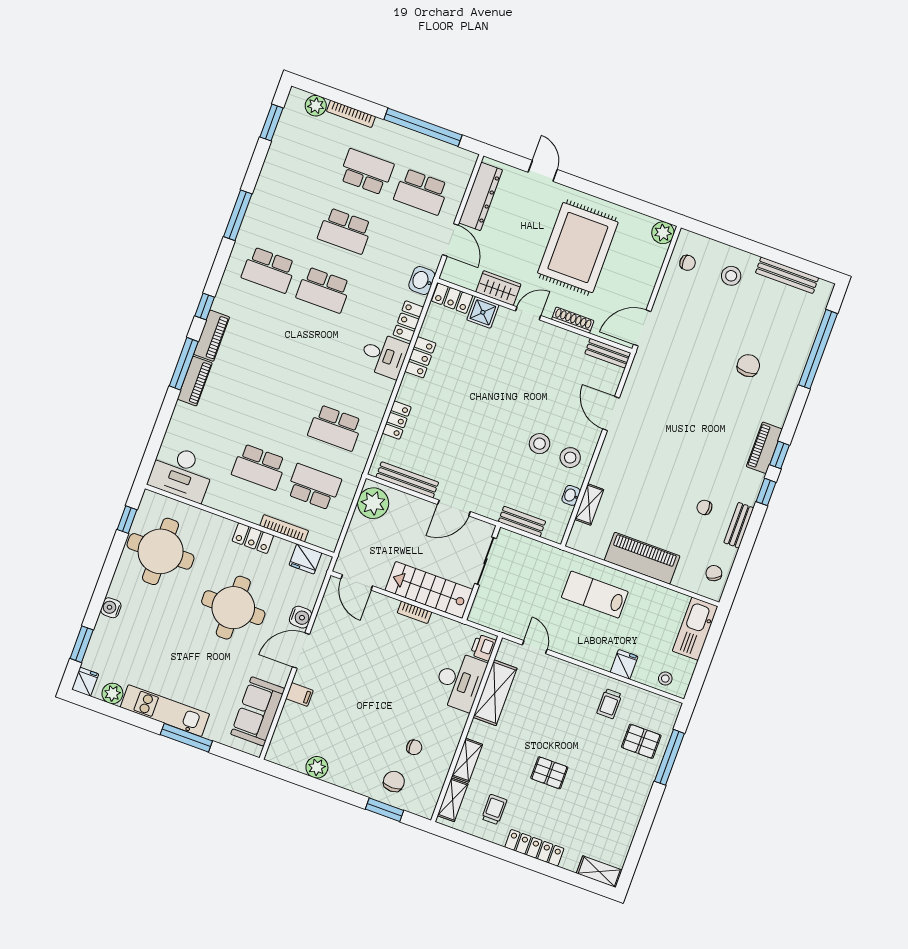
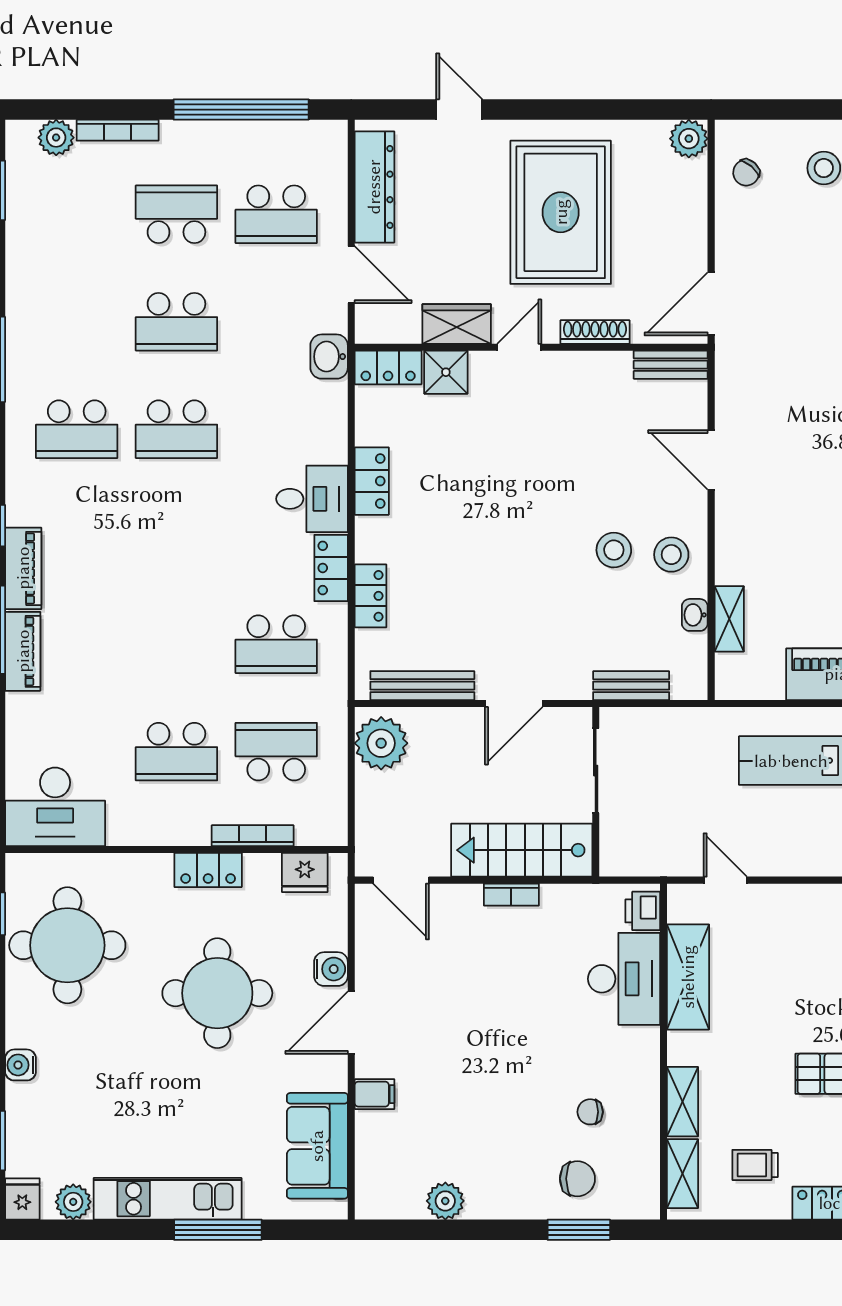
chair: (688, 263) -> (746, 173), turned 131
locker: (408, 321) -> (331, 568), moved
chair: (414, 747) -> (590, 1112), turned 180
chair: (394, 782) -> (577, 1179), turned 90
trolley: (494, 809) -> (755, 1165), turned -90

